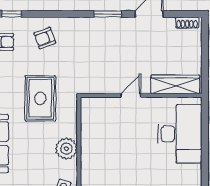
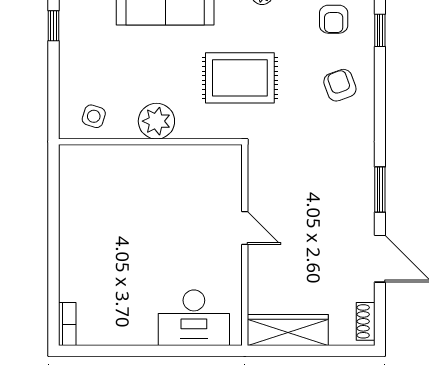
wardrobe: (175, 84) -> (288, 330), moved, turned -90
desk: (180, 134) -> (194, 318), width x0.73, depth x0.77

